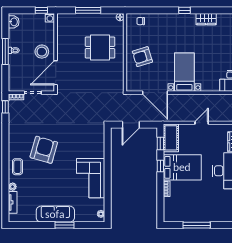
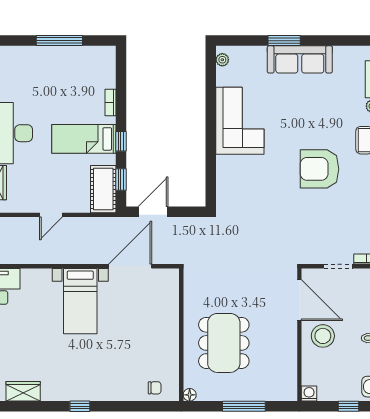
window: (41, 10) -> (348, 406), moved
wardrobe: (206, 19) -> (23, 391), moved
dining table: (100, 48) -> (224, 343), width x1.38
armchair: (142, 57) -> (152, 327), removed
door: (56, 73) -> (299, 300), hinge flipped
door: (155, 93) -> (130, 266), hinge flipped
door: (131, 125) -> (153, 212), moved
armchair: (44, 150) -> (319, 169), turned 74
bed: (182, 167) -> (84, 139), width x0.67

